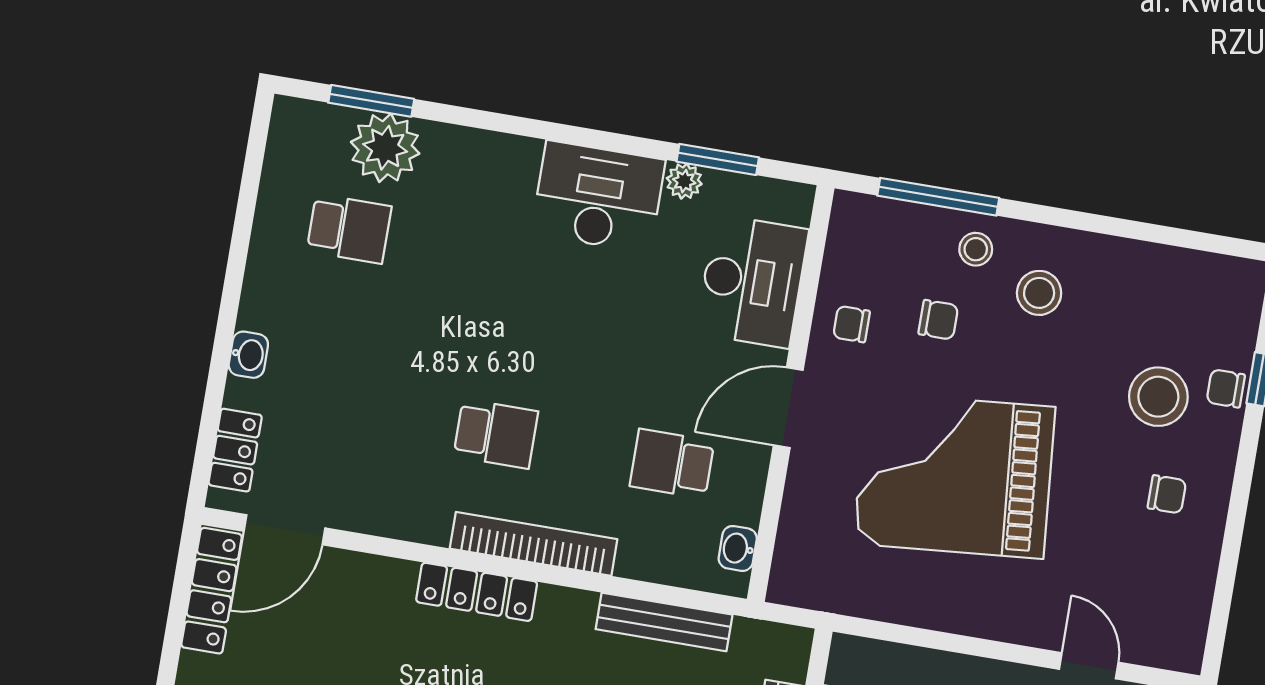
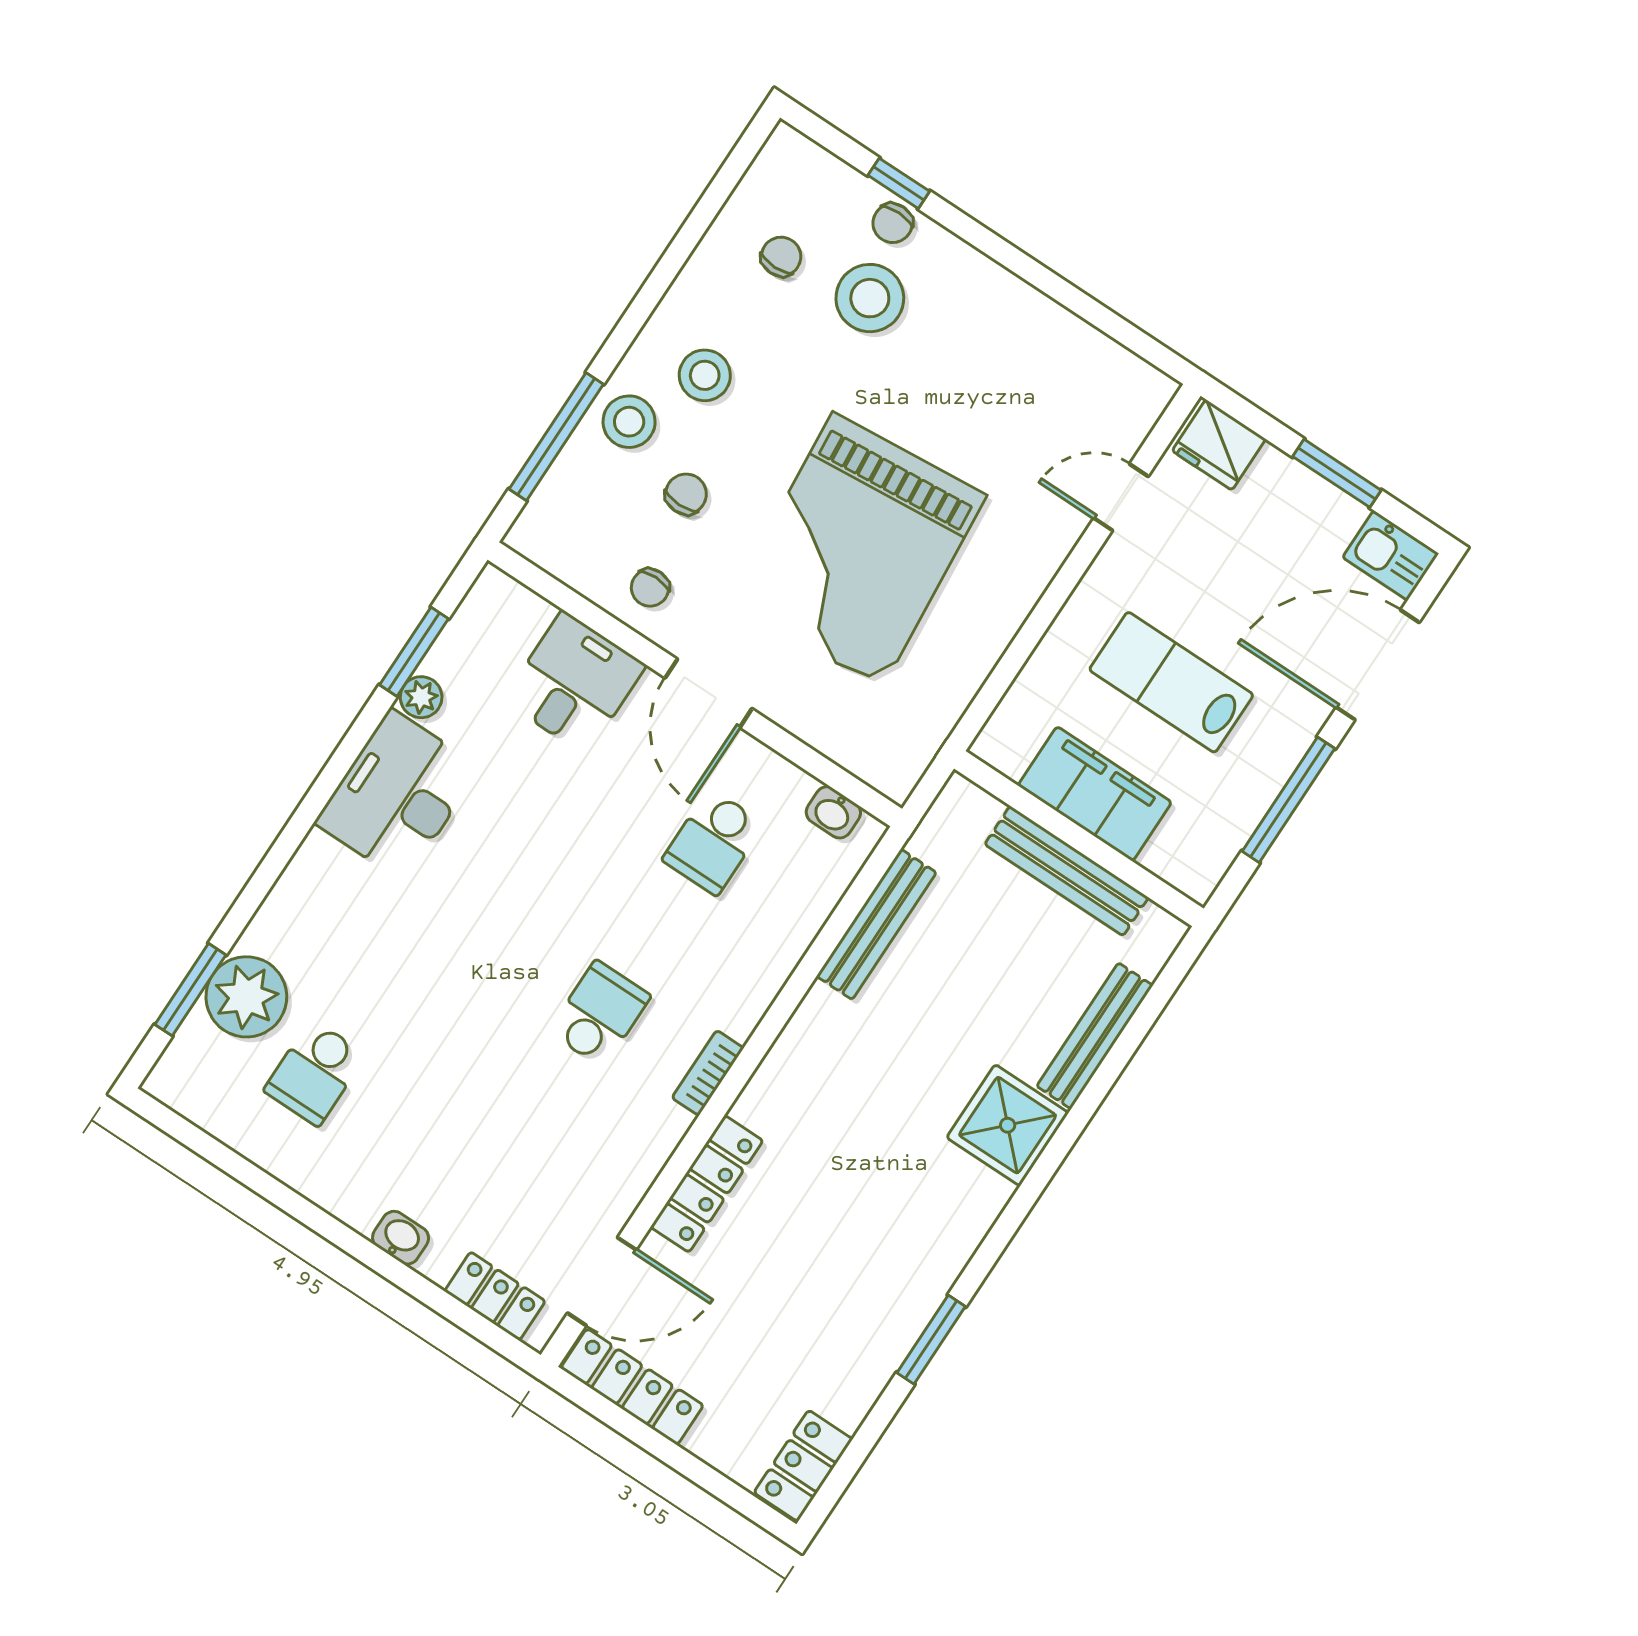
school desk: (349, 229) -> (315, 1073), turned 180
stool: (976, 249) -> (629, 422), width x1.37, depth x1.37
desk: (752, 281) -> (574, 683), width x0.73
chair: (1167, 494) -> (781, 257), moved
door: (284, 530) -> (602, 1281), hinge flipped
bookcase: (534, 544) -> (708, 1073), width x0.43, depth x0.76
locker: (477, 592) -> (707, 1184), moved

